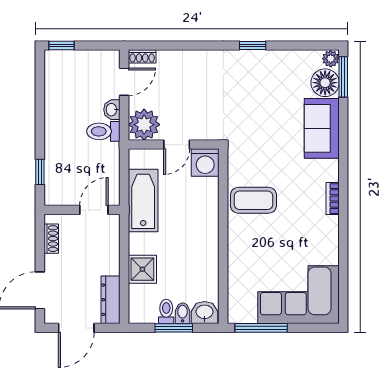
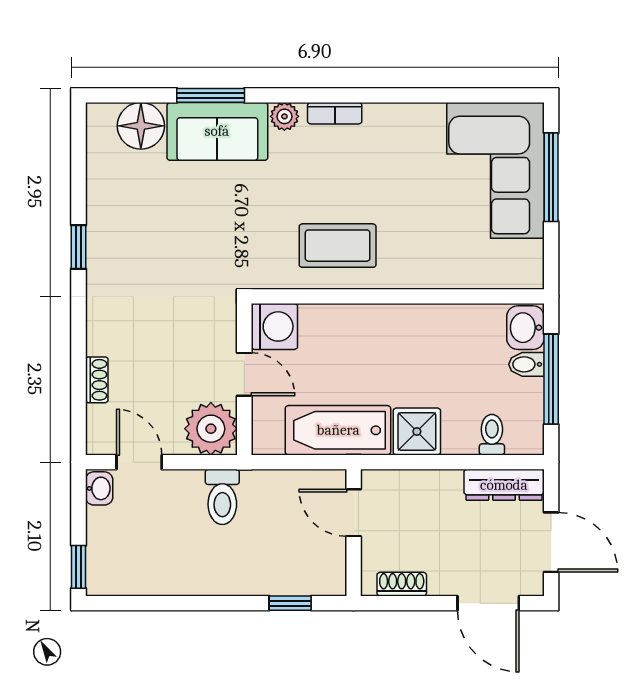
shoe rack: (142, 56) -> (97, 380), moved
plant: (331, 59) -> (284, 116), moved
window: (343, 77) -> (211, 95), moved
washbasin: (112, 110) -> (99, 488), moved, turned -90
coffee table: (253, 200) -> (338, 246), turned 90
shower: (142, 269) -> (417, 431), moved
toilet: (166, 311) -> (492, 435), moved, turned 90
window: (174, 328) -> (551, 379), width x1.44
window: (261, 328) -> (551, 177), moved

